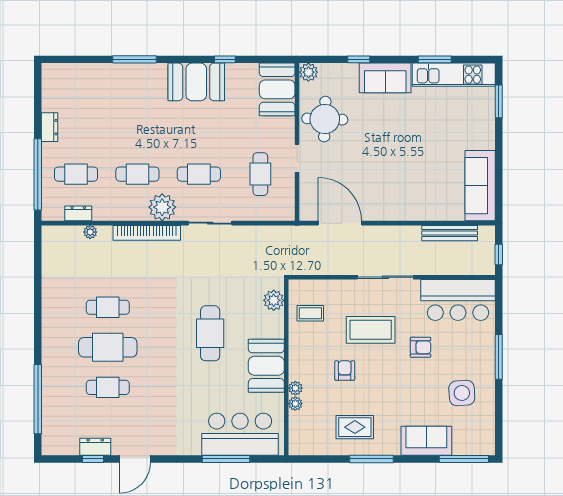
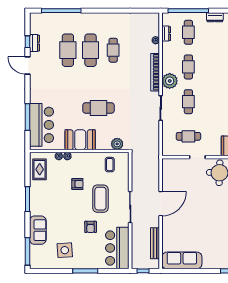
door: (340, 223) -> (161, 204), moved
cafe table: (108, 387) -> (68, 50), width x1.37, depth x1.35
rug: (355, 427) -> (40, 169), moved

